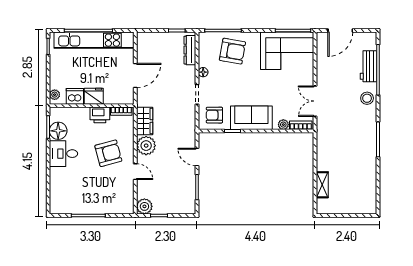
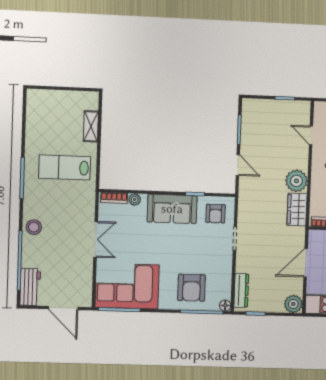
door: (340, 31) -> (63, 308), swing flipped
armchair: (232, 51) -> (191, 288), turned -100
workbench: (369, 66) -> (30, 287), moved
floor lamp: (203, 72) -> (225, 306), moved
double door: (315, 101) -> (96, 239), moved
armchair: (214, 115) -> (216, 214), turned 90
lab bench: (343, 149) -> (65, 167), added
door: (135, 172) -> (311, 135), moved
plant: (144, 206) -> (293, 304), moved

